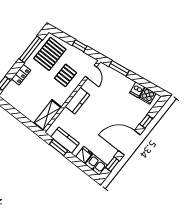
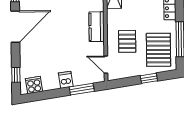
window: (80, 46) -> (149, 78), moved
dishwasher: (137, 90) -> (66, 80), moved
window: (146, 121) -> (16, 75), moved

